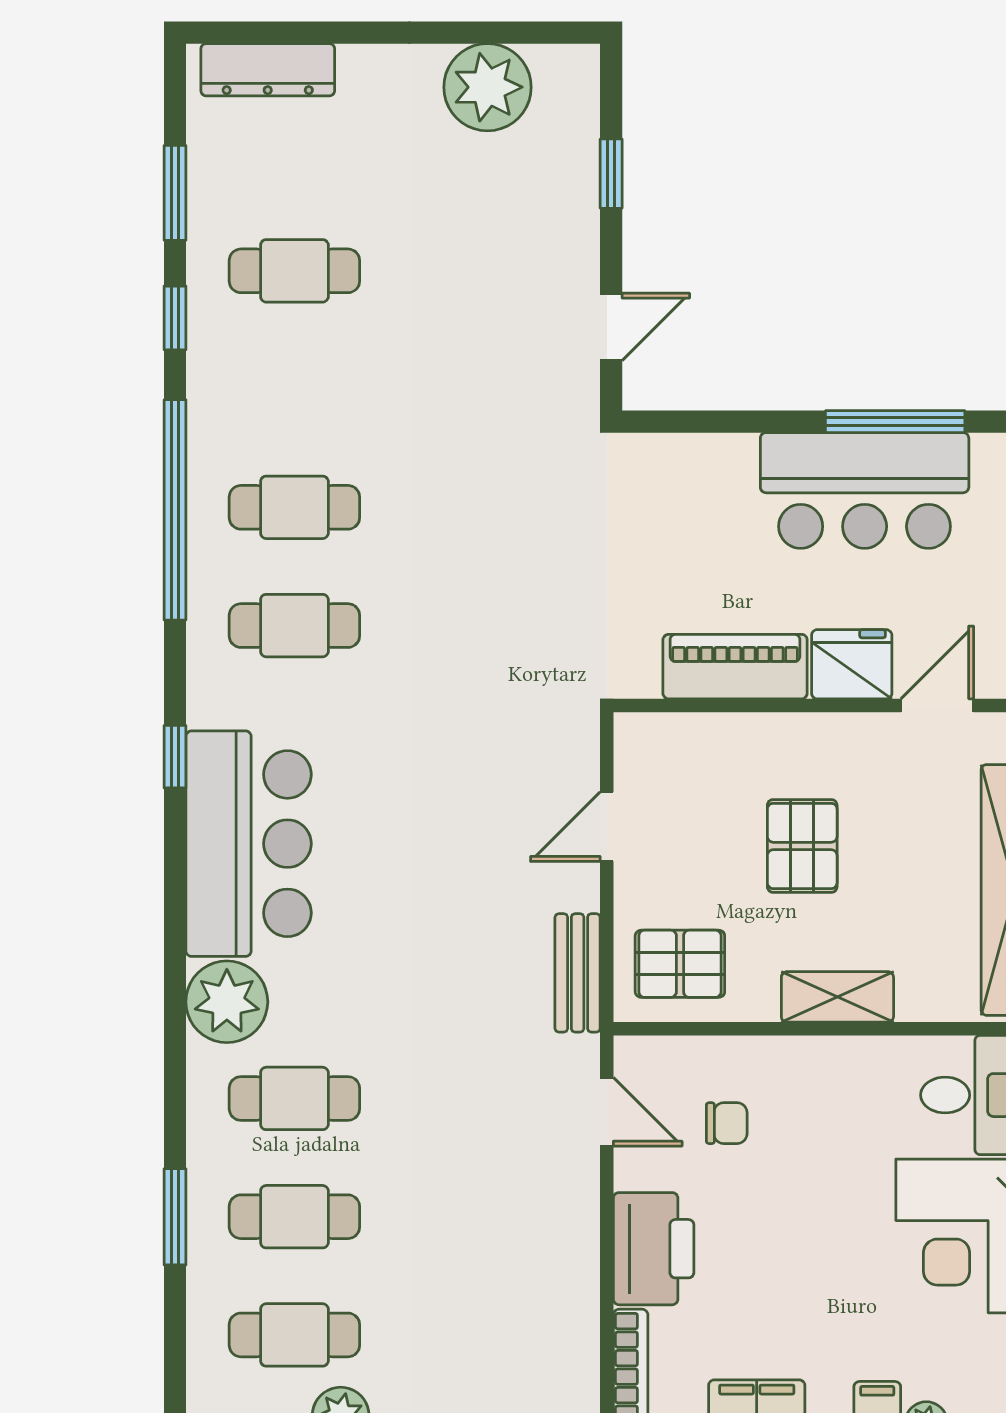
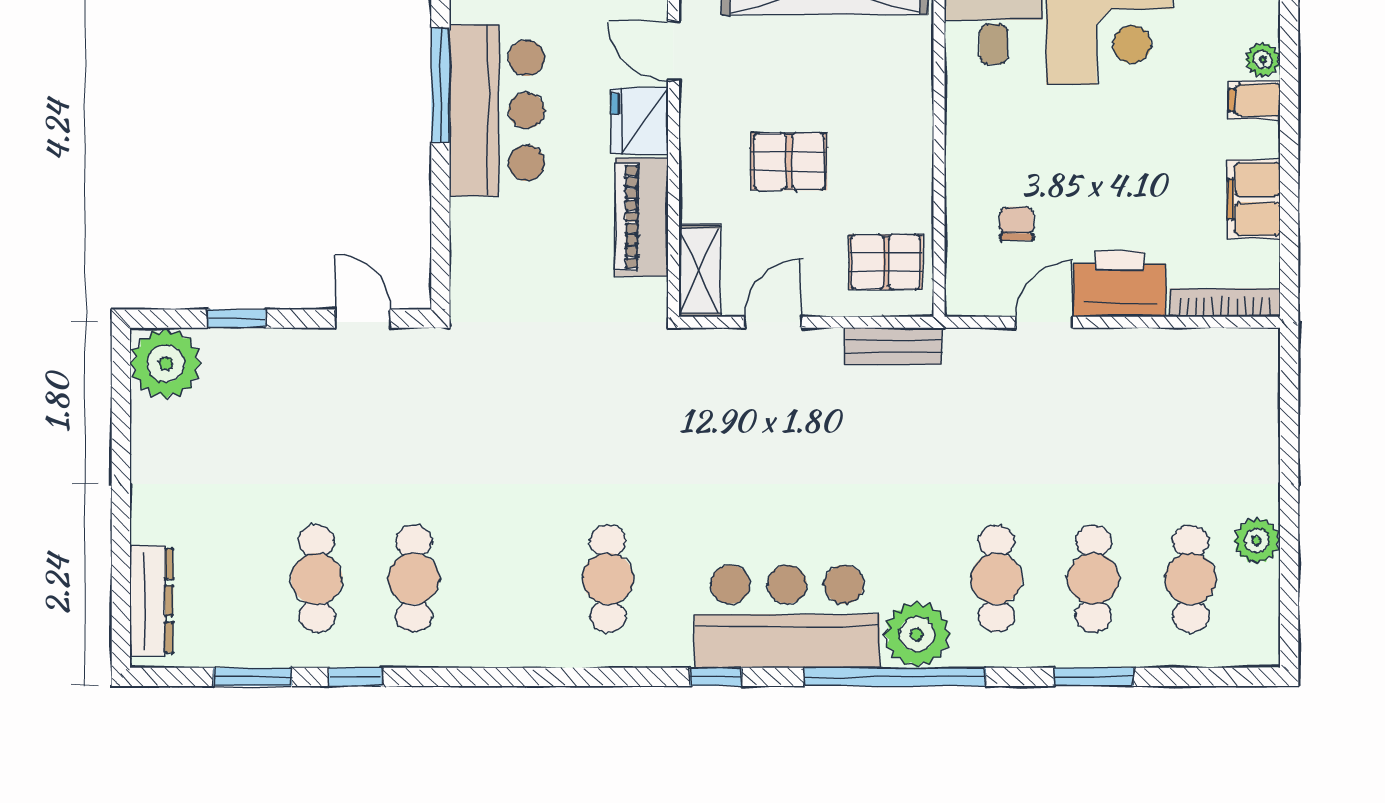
plant: (487, 87) -> (166, 363), moved
cafe table: (294, 507) -> (414, 579), moved
window: (175, 510) -> (895, 677), moved
door: (607, 827) -> (773, 322), swing flipped
pallet: (680, 964) -> (886, 262), turned 90
shelving: (837, 997) -> (700, 271), moved
door: (607, 1112) -> (1044, 322), moved

